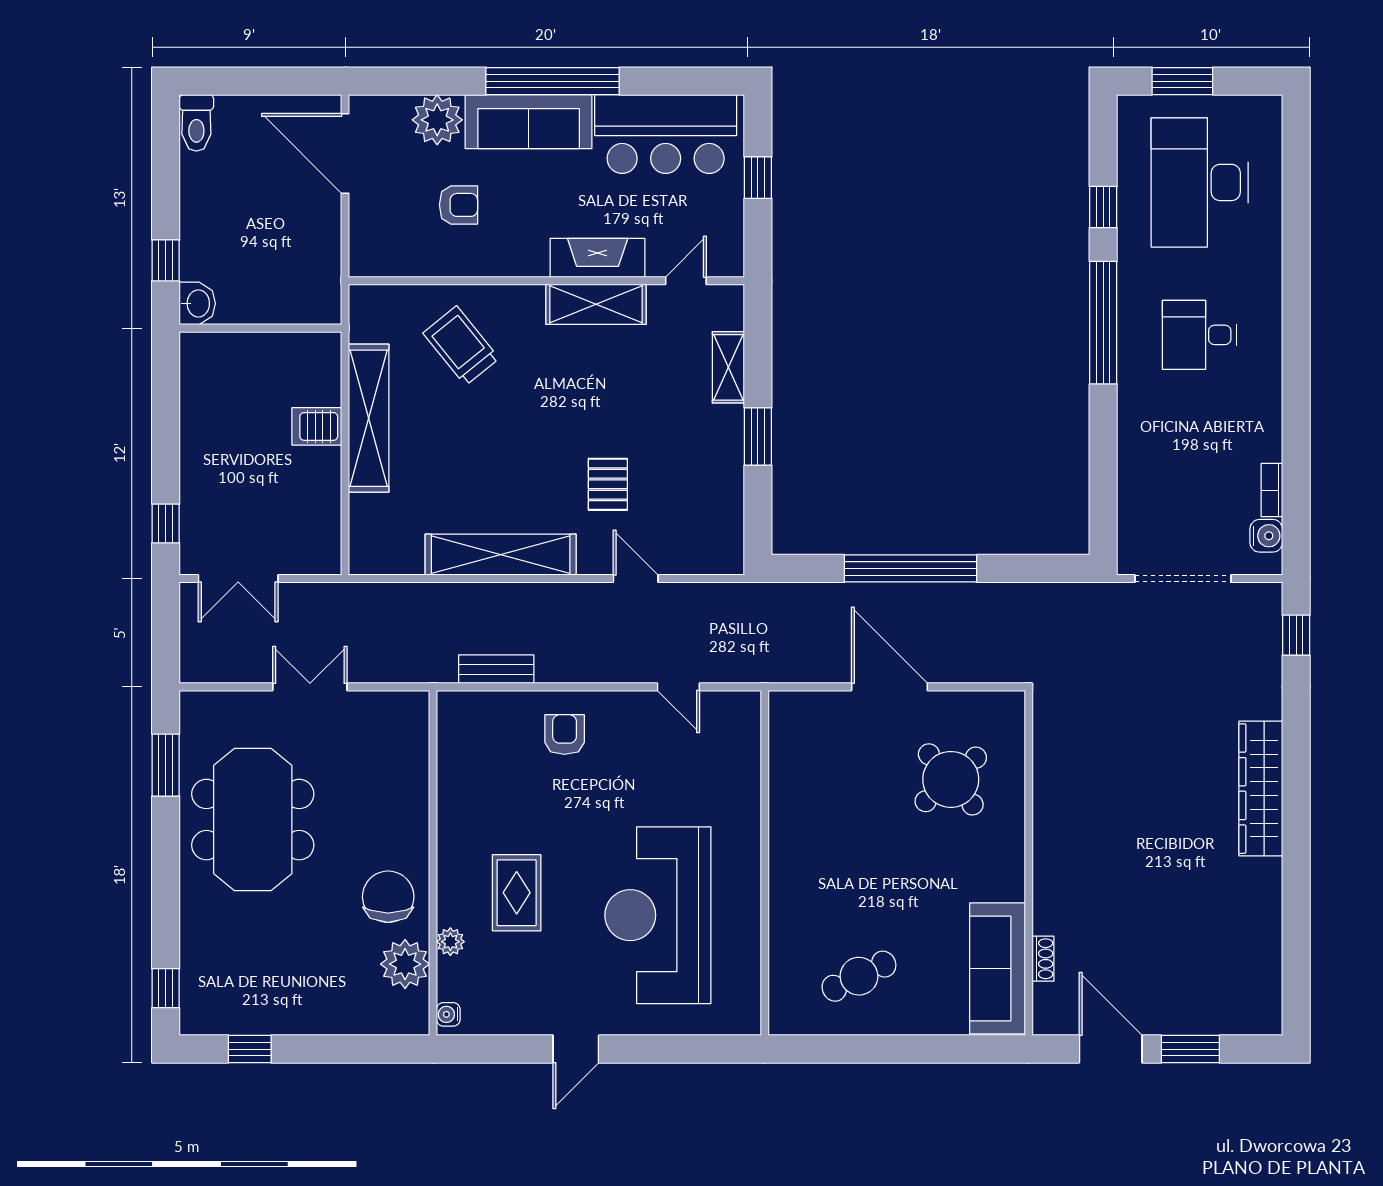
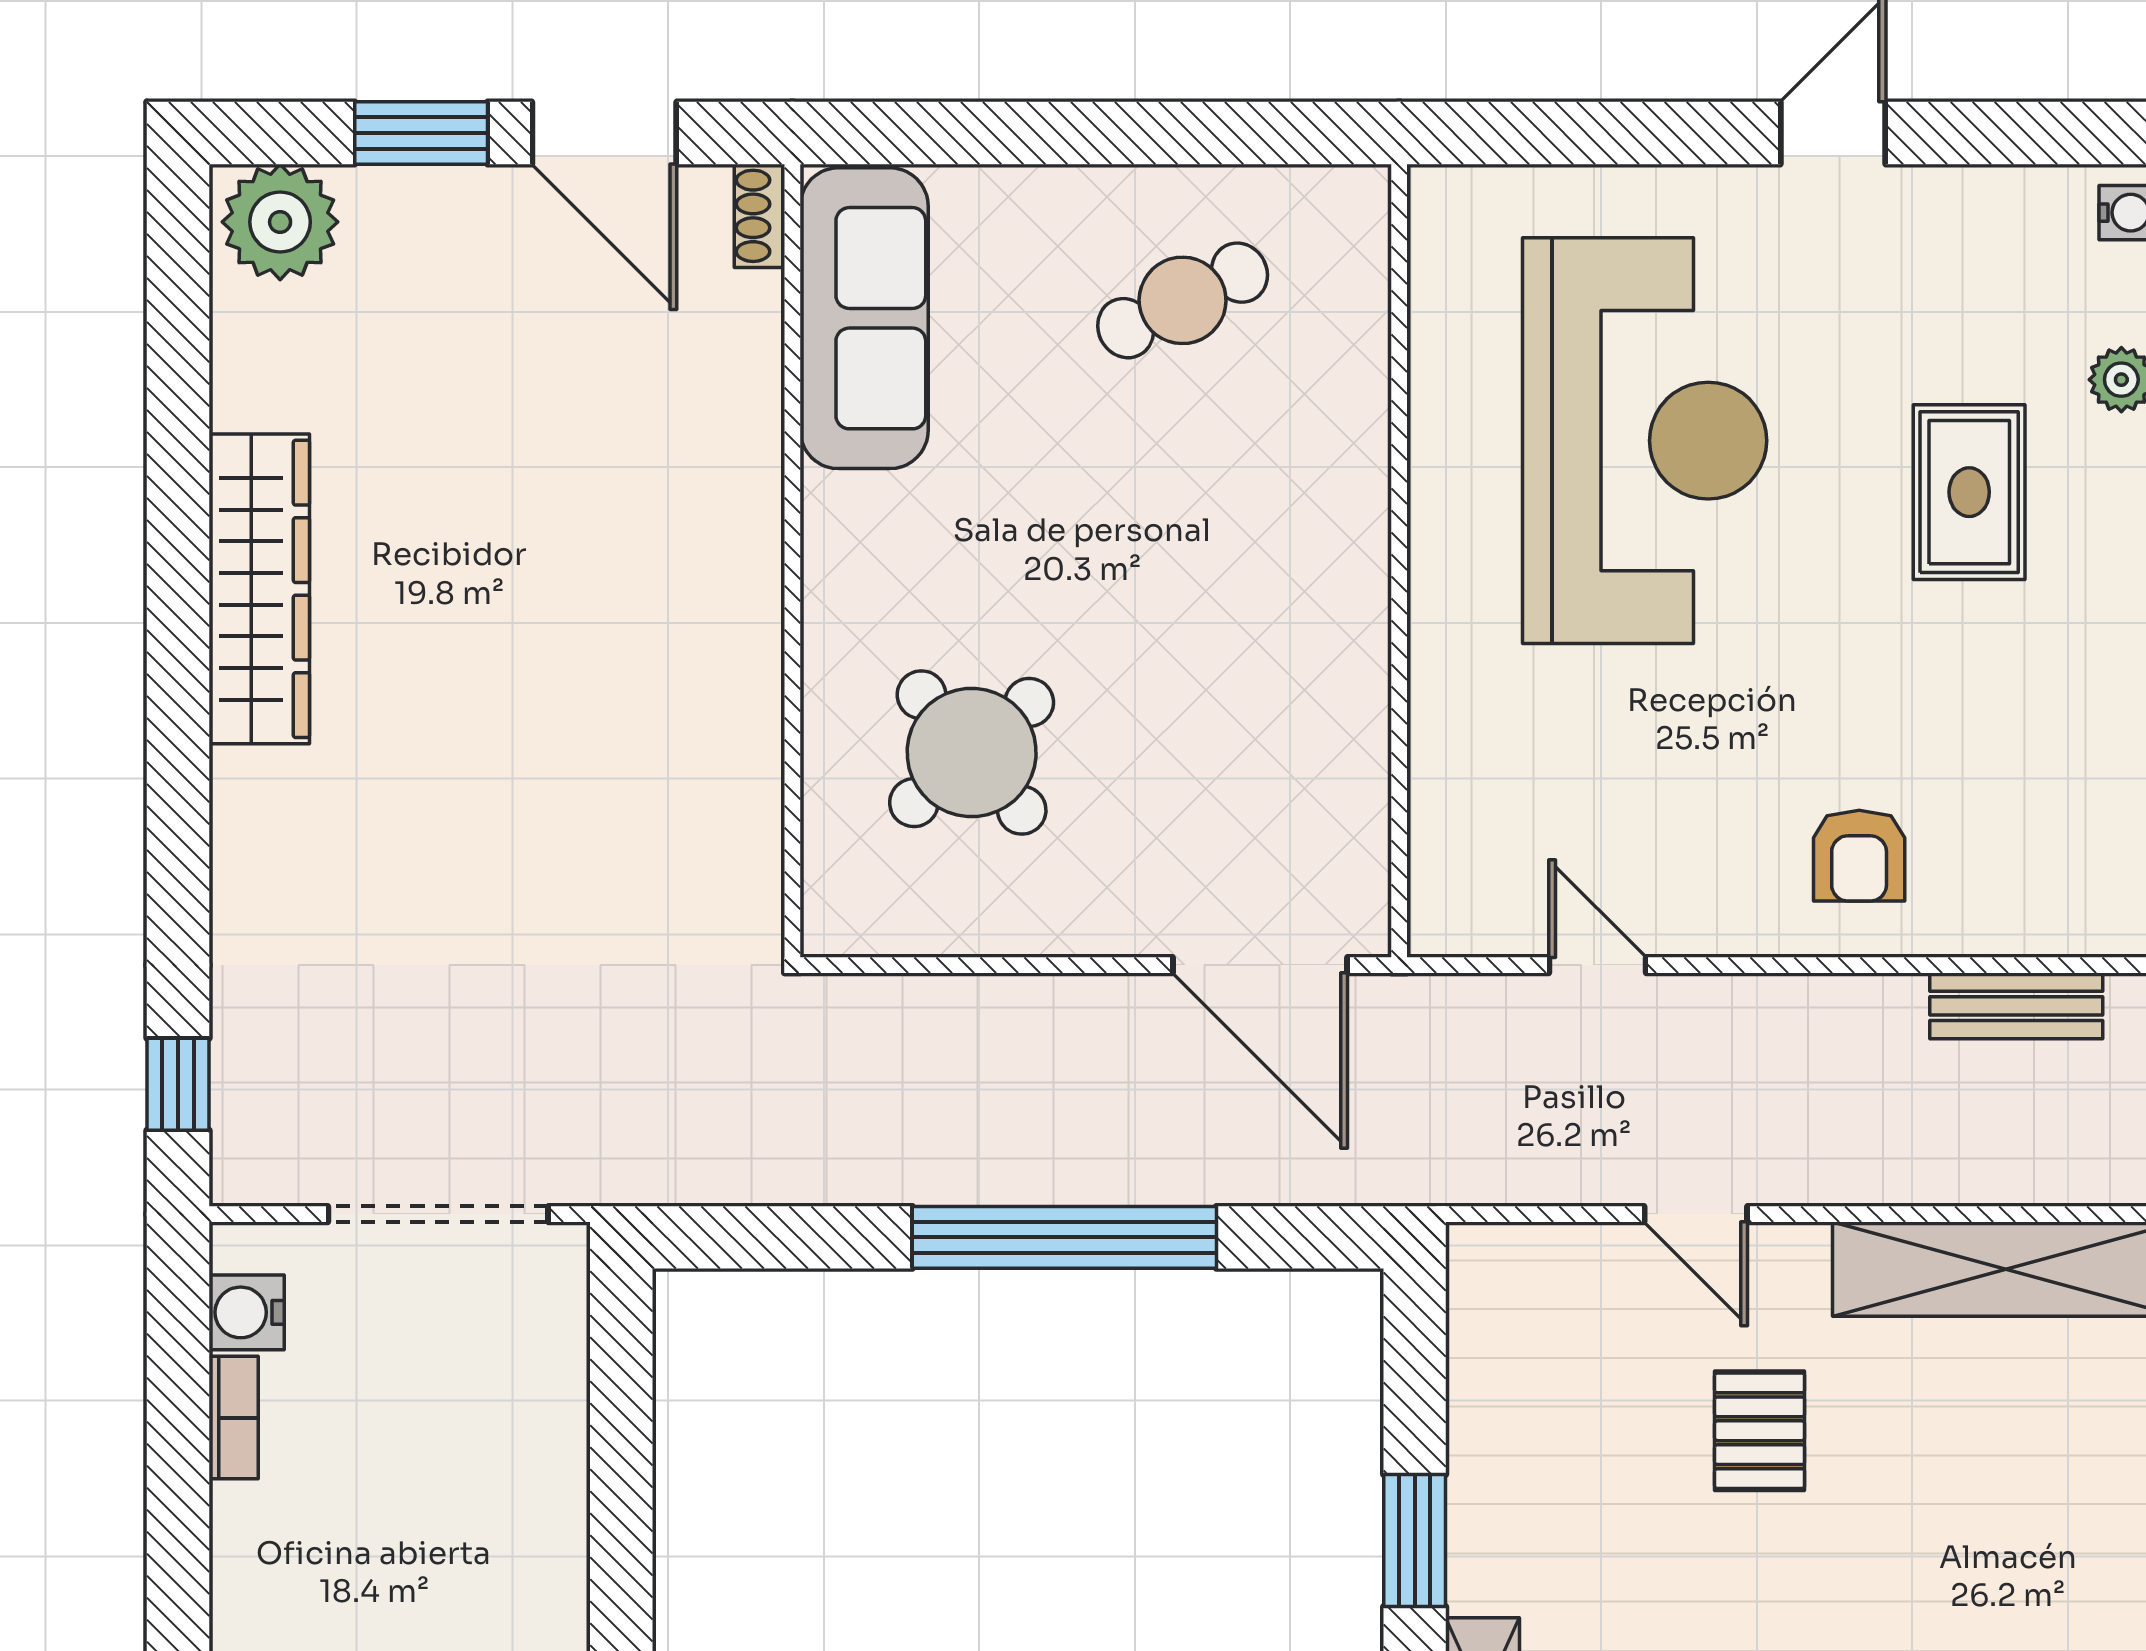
door: (889, 687) -> (1260, 965), moved
wardrobe: (1261, 789) -> (259, 589), moved
shoe rack: (1043, 959) -> (760, 216), moved
plant: (1252, 1010) -> (280, 222), added

